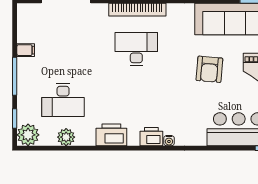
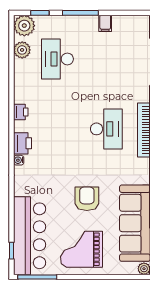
armchair: (209, 69) -> (87, 199), turned 85
printer: (111, 135) -> (21, 112), width x0.53, depth x0.68
plant: (66, 137) -> (22, 50), moved

